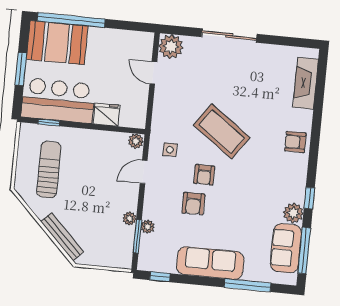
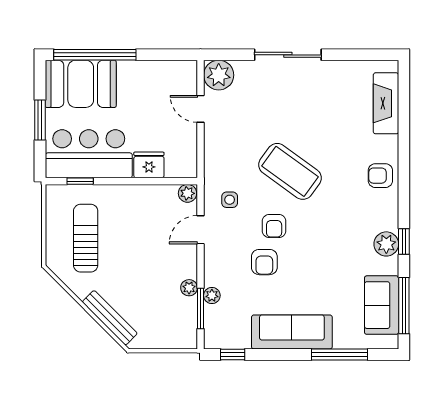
plant: (293, 213) -> (386, 244), moved

